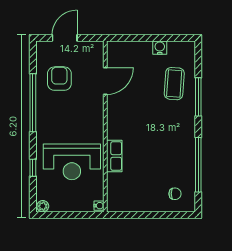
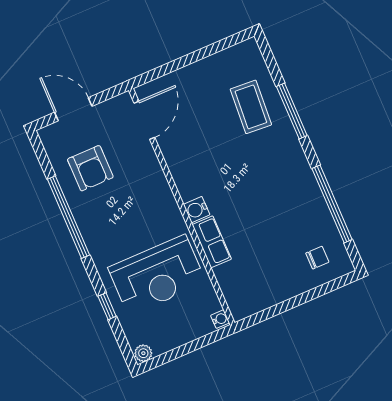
door: (65, 38) -> (73, 109), hinge flipped
water cooler: (160, 48) -> (197, 210), moved, turned -90
armchair: (59, 79) -> (90, 168), turned 180
door: (105, 81) -> (144, 120), moved

